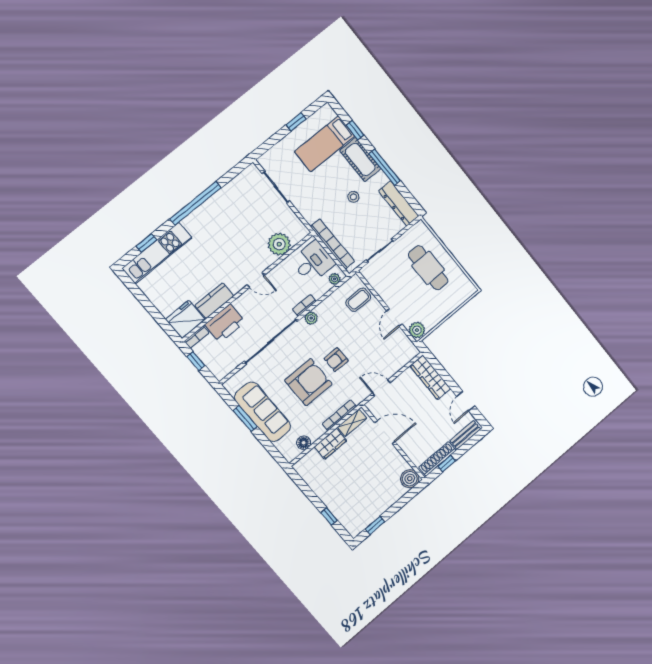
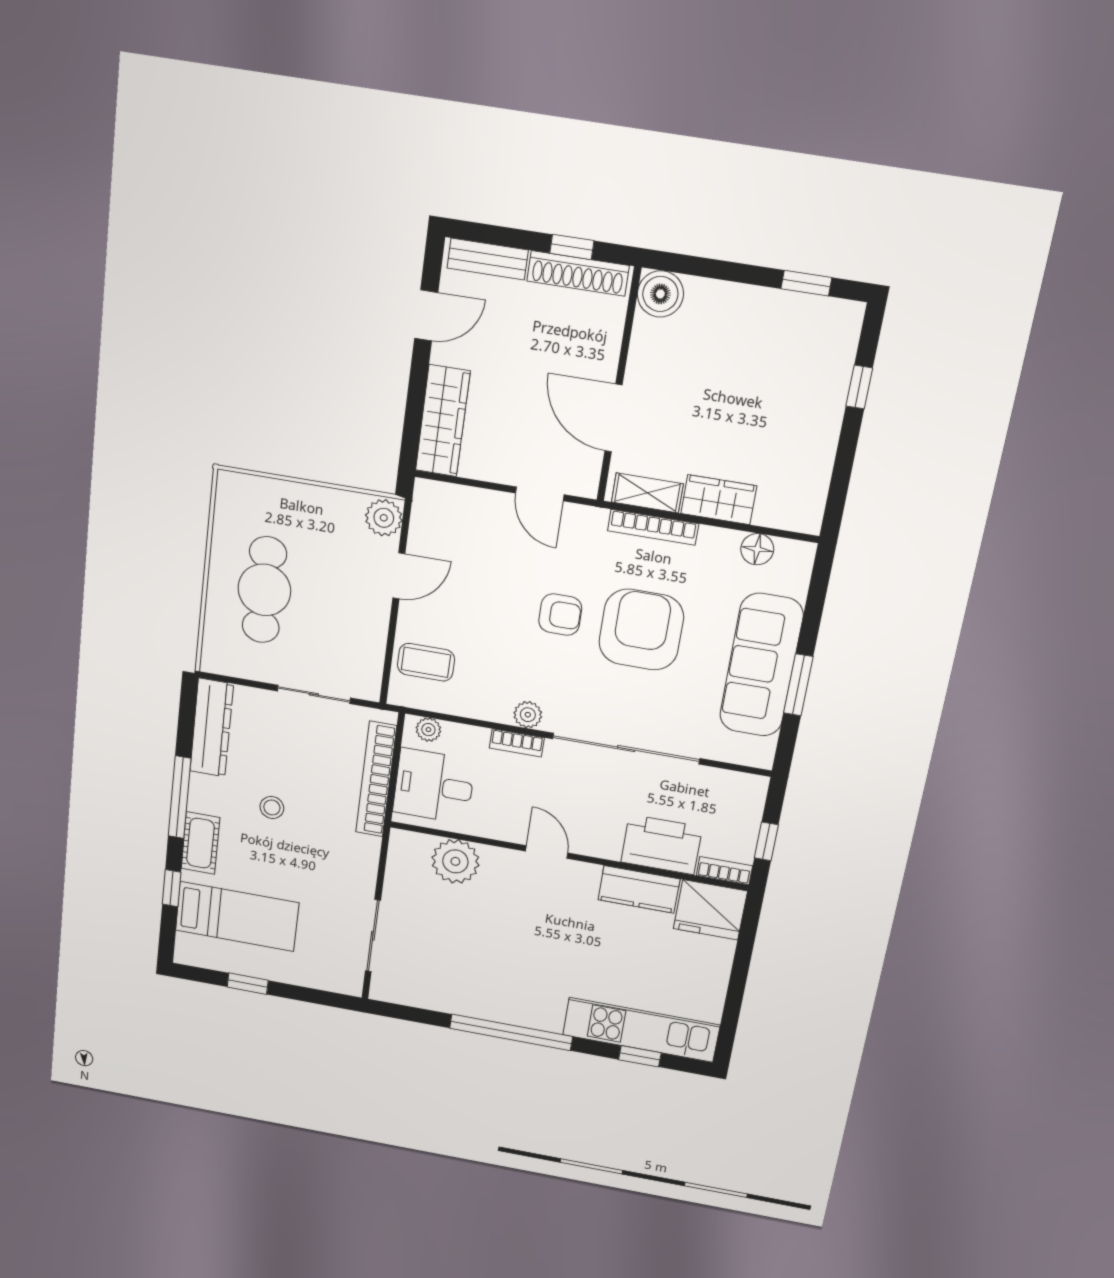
cot: (360, 160) -> (200, 843), width x0.73, depth x0.75
armchair: (308, 382) -> (641, 630), turned 90

